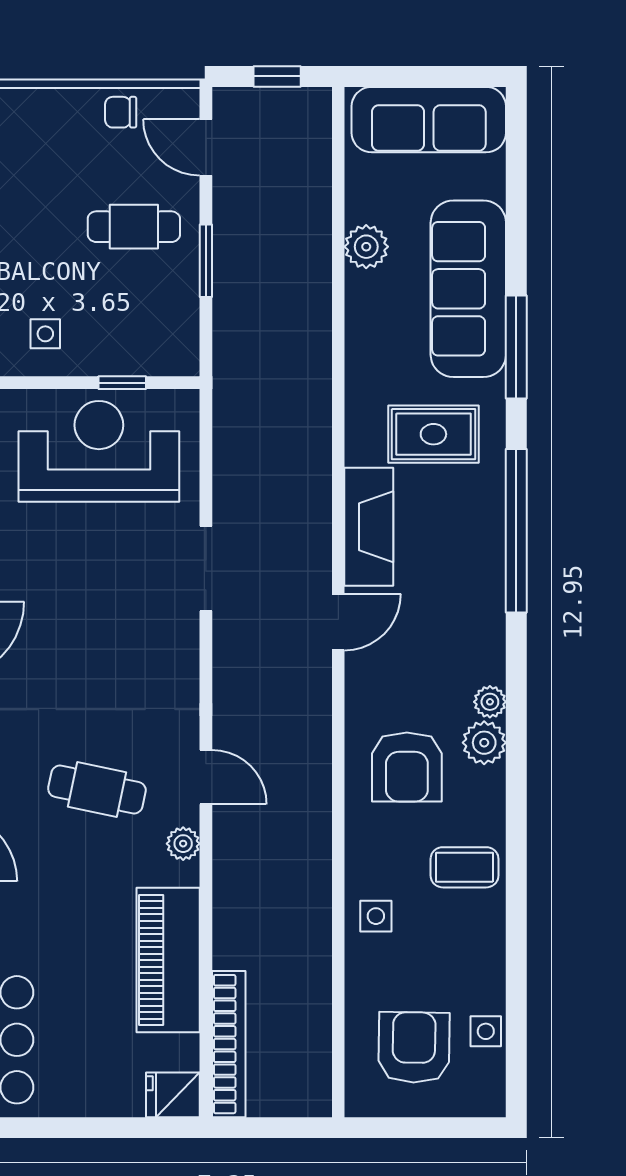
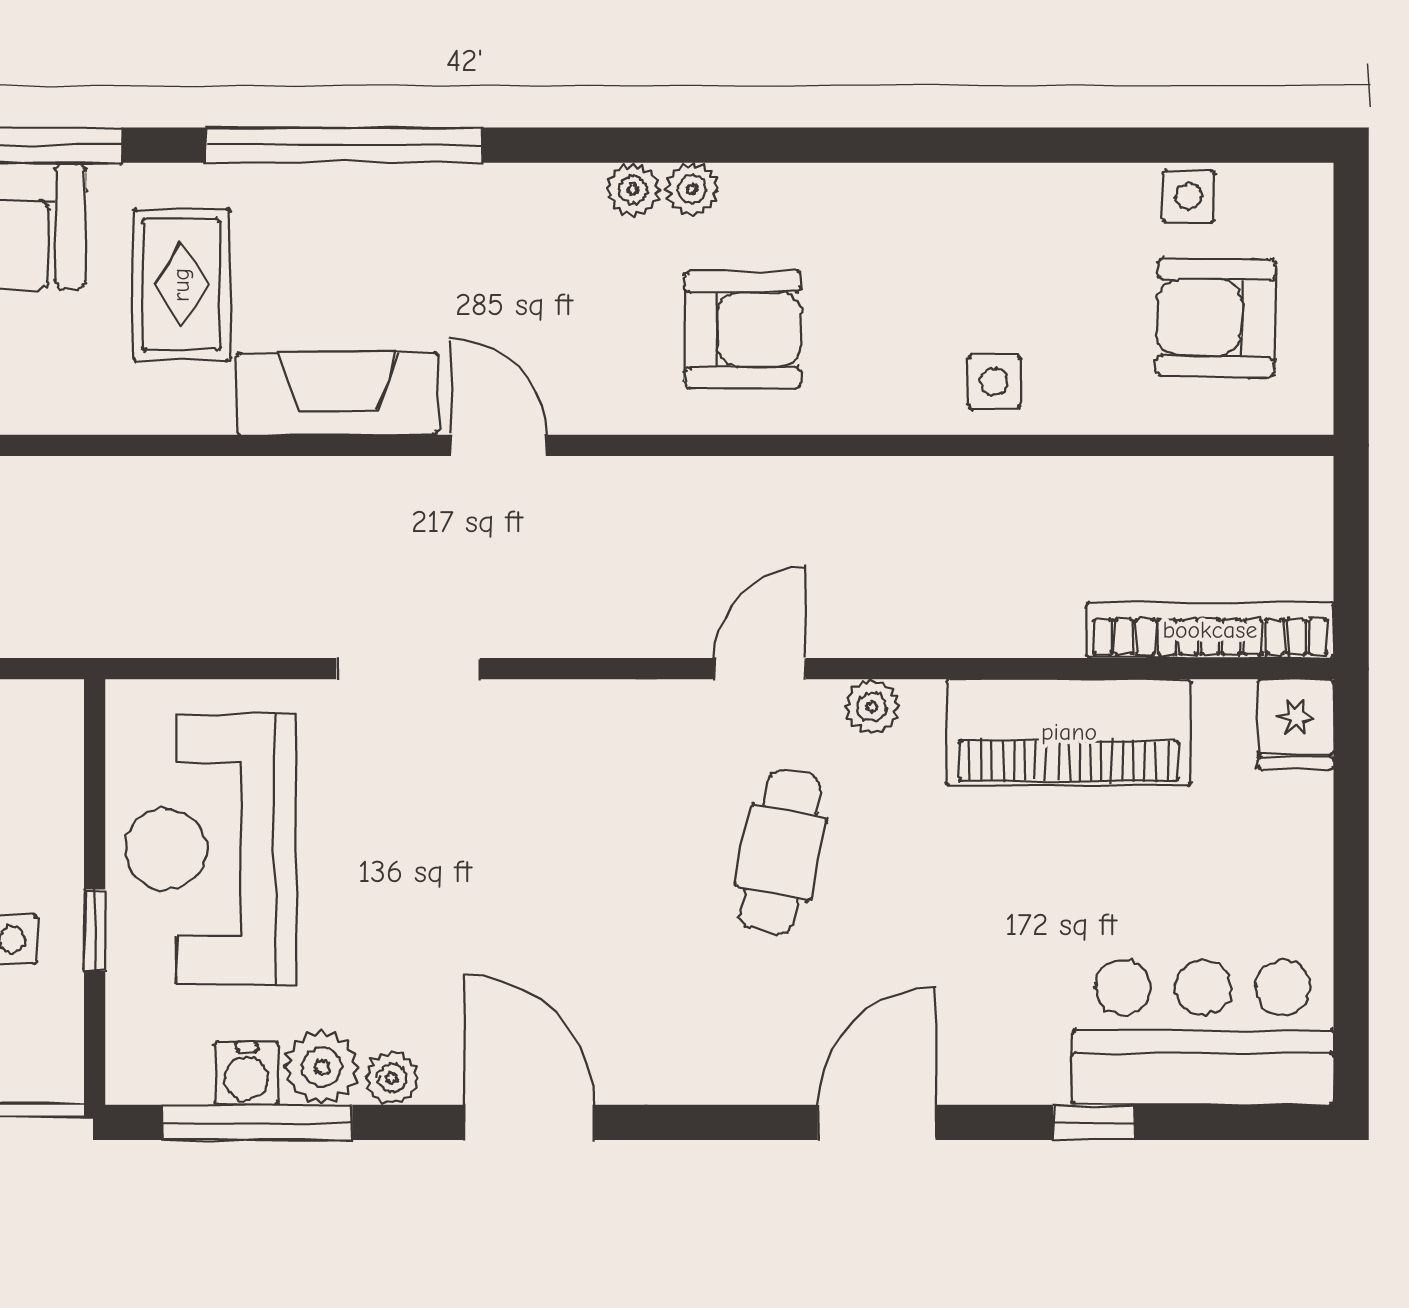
window: (122, 383) -> (95, 930), moved
plant: (484, 743) -> (692, 189), width x0.73, depth x0.73
coffee table: (465, 867) -> (912, 232), removed

